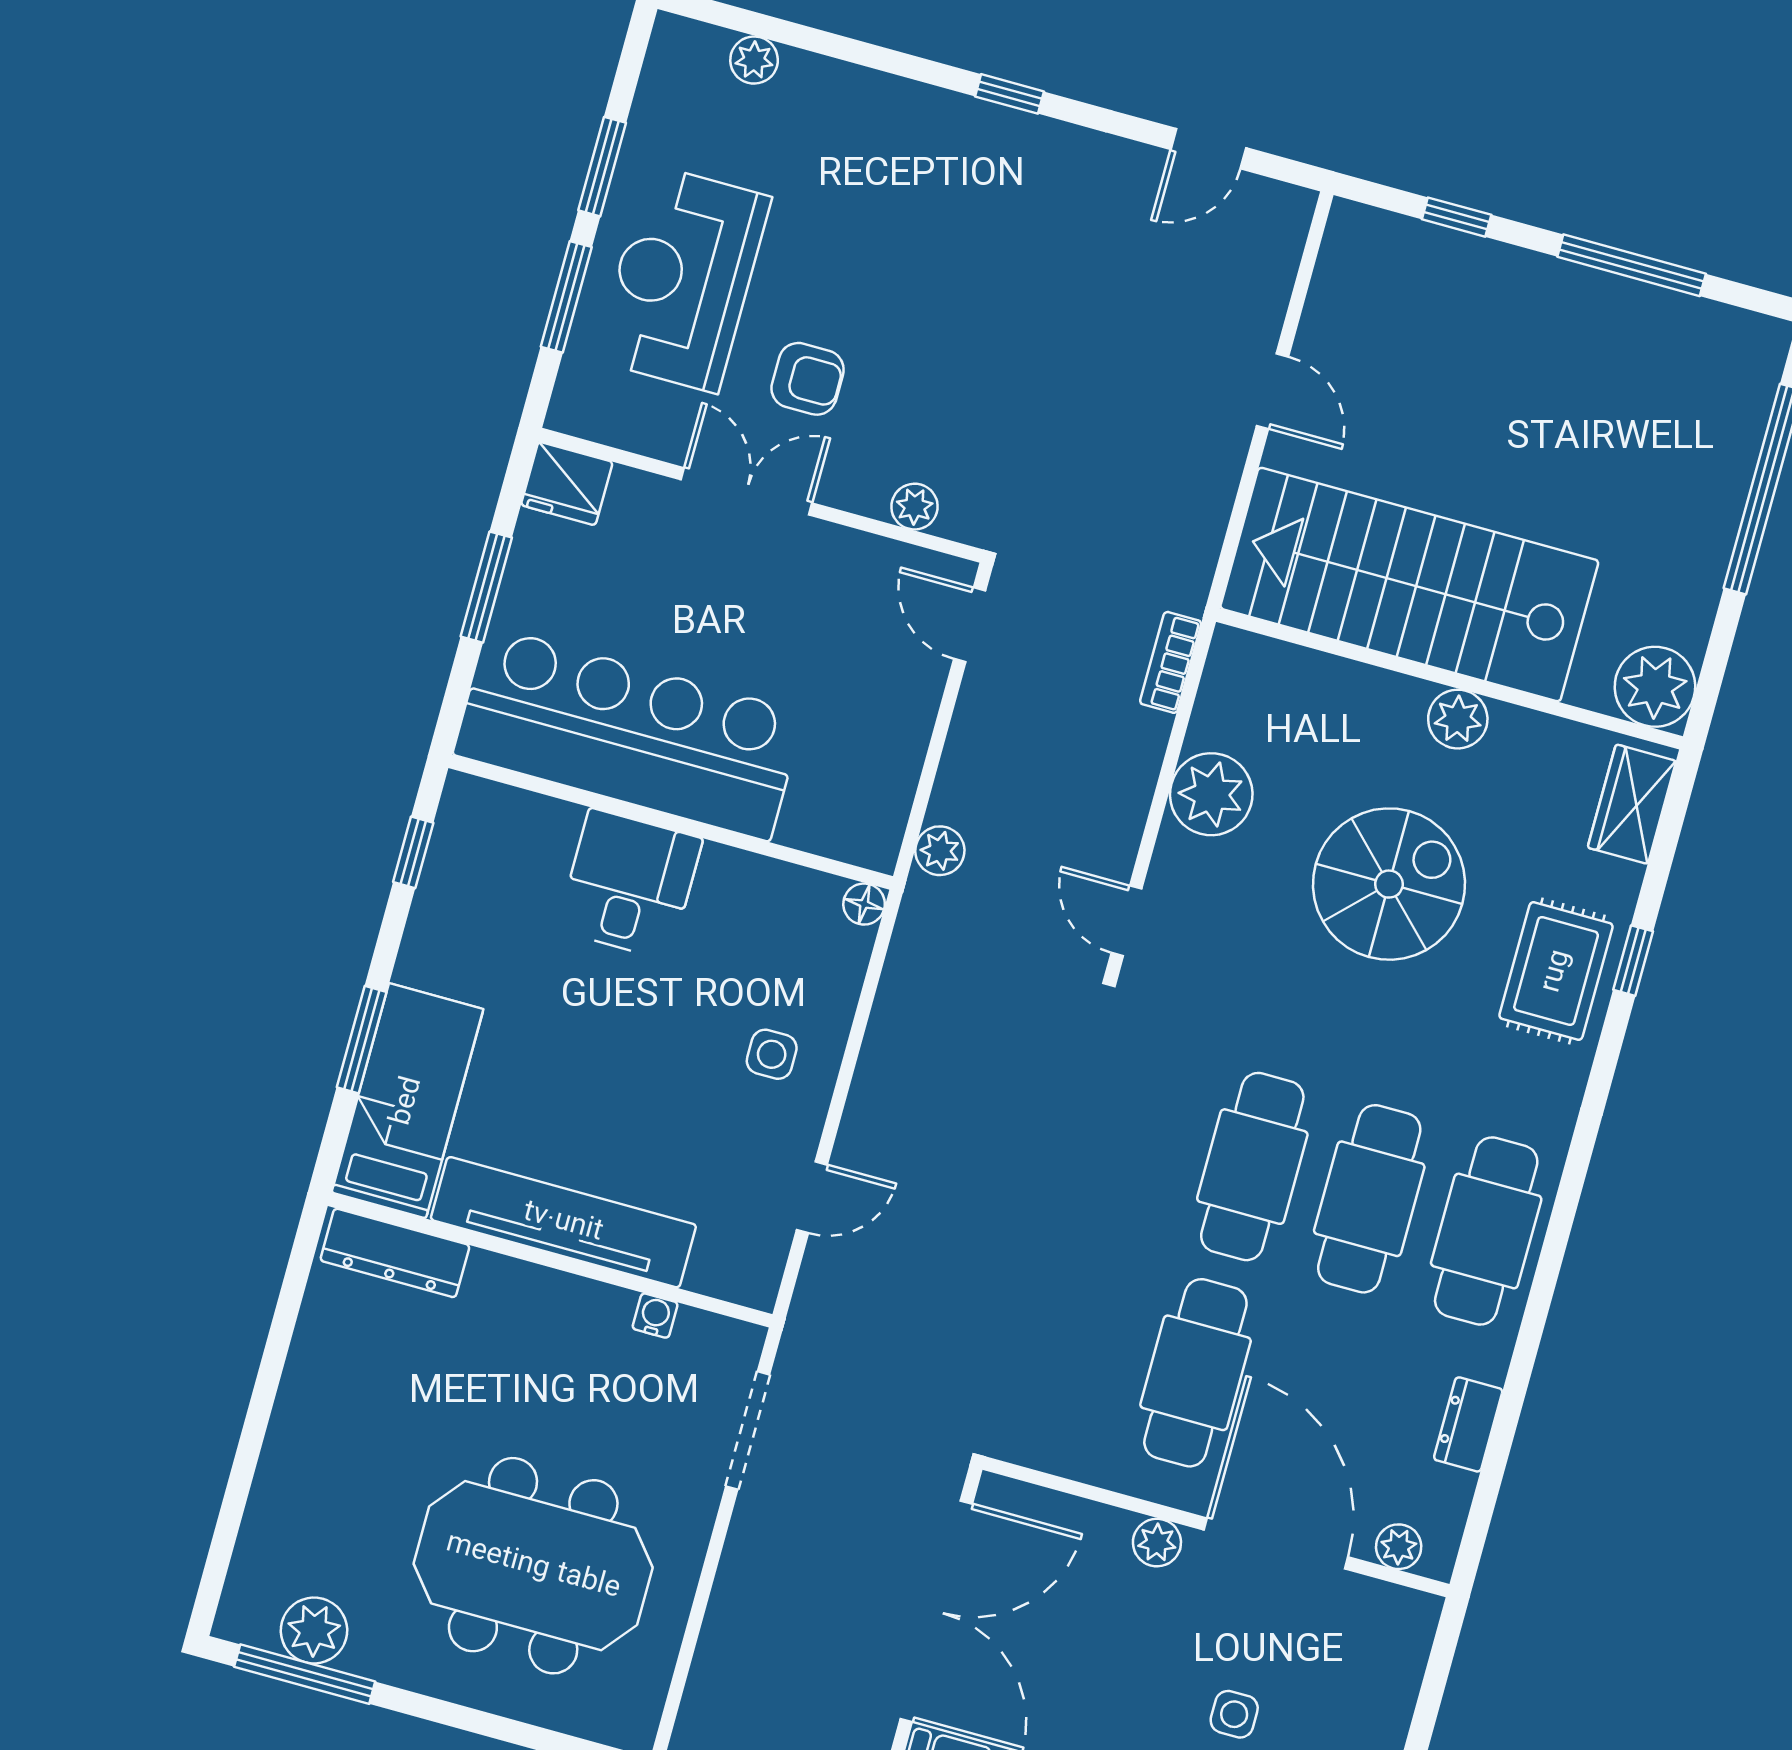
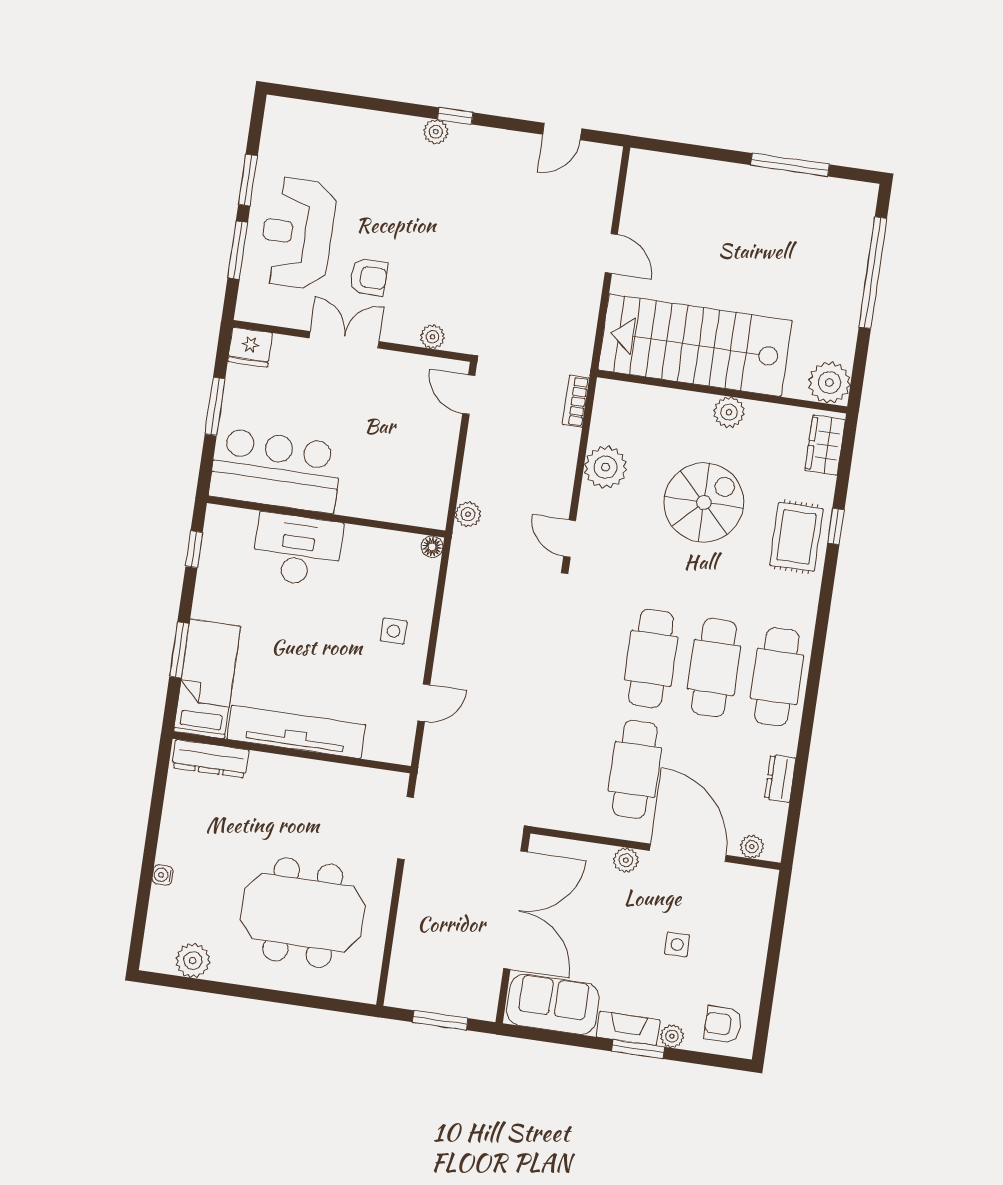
plant: (754, 60) -> (436, 132), moved
window: (1457, 217) -> (696, 151), removed
bar counter: (629, 734) -> (276, 470), width x0.73
desk: (630, 884) -> (297, 550), width x1.37
water cooler: (655, 1316) -> (163, 875), moved, turned -90
window: (305, 1674) -> (191, 984), removed

